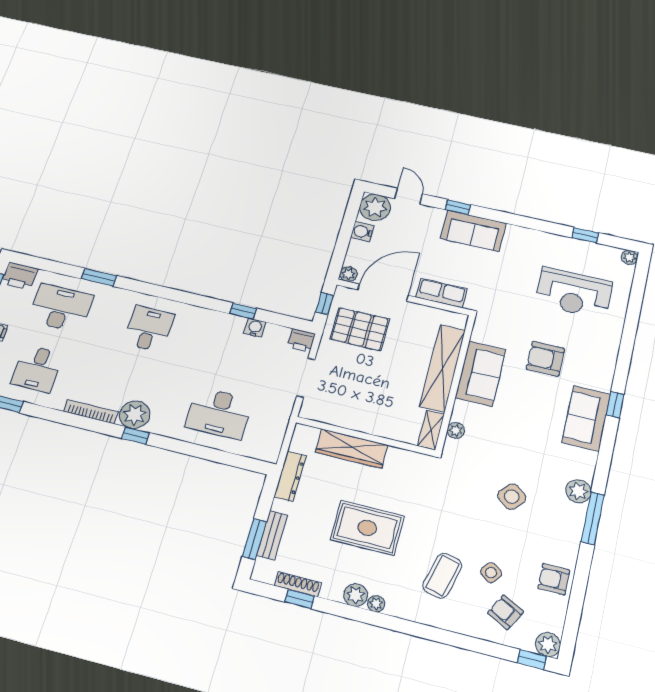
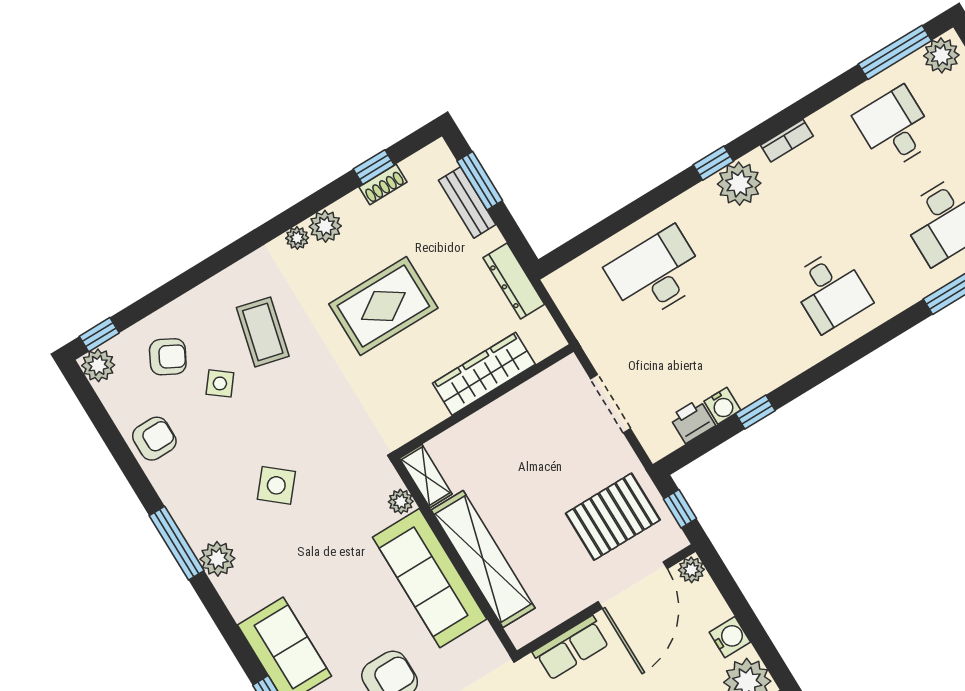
printer: (301, 340) -> (692, 421), moved
sofa: (481, 374) -> (430, 578), width x1.36
bookcase: (91, 412) -> (787, 141), width x0.64
shoe rack: (298, 584) -> (383, 185), width x0.70

